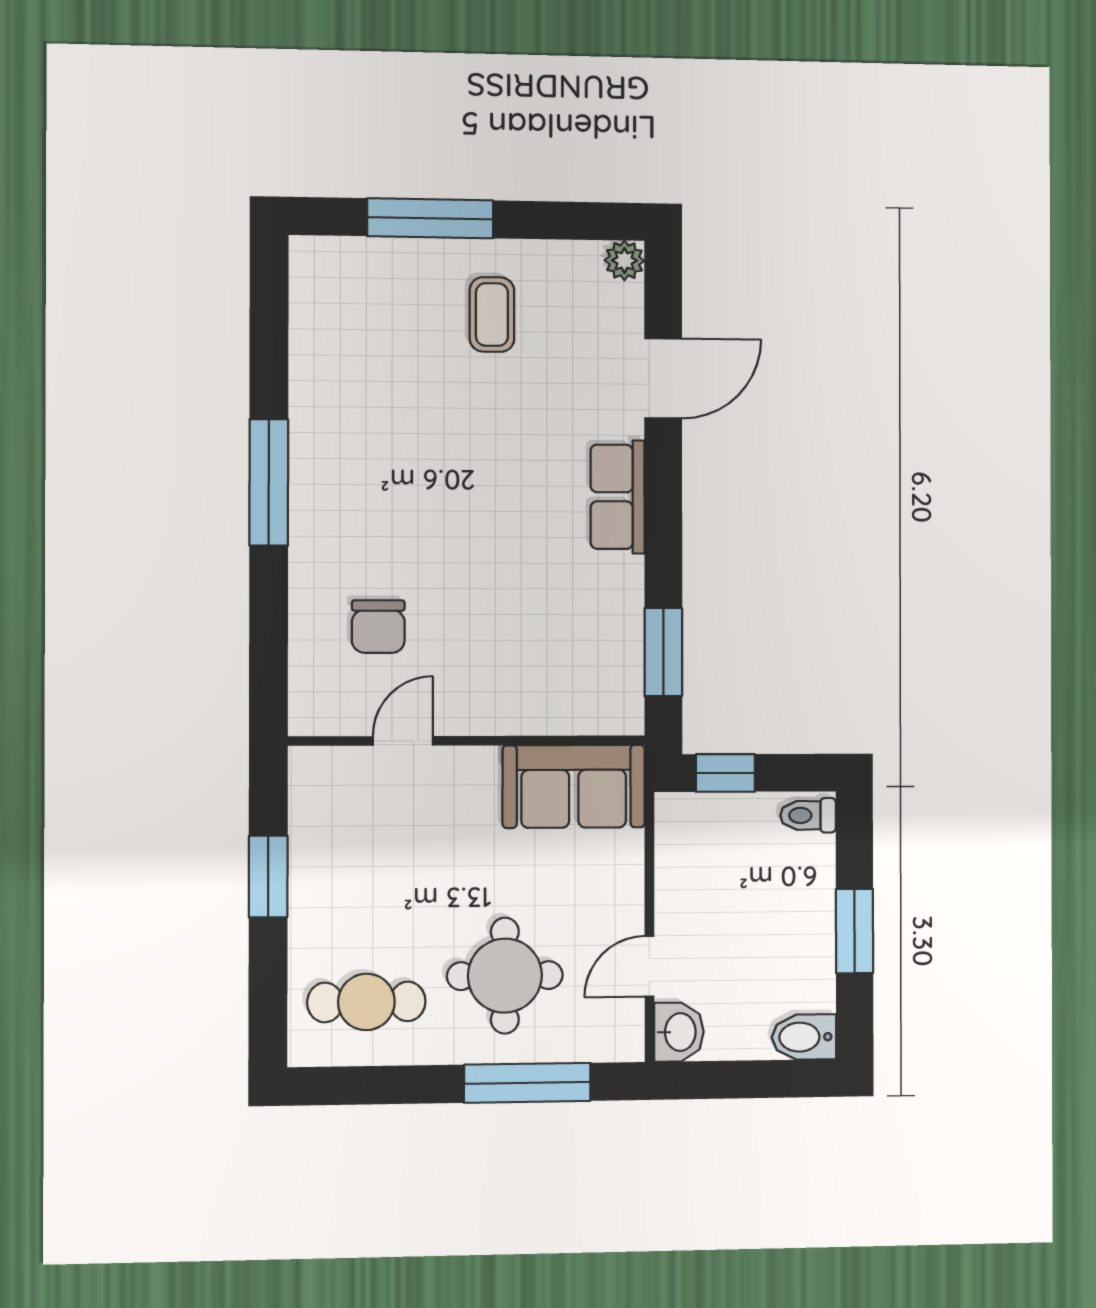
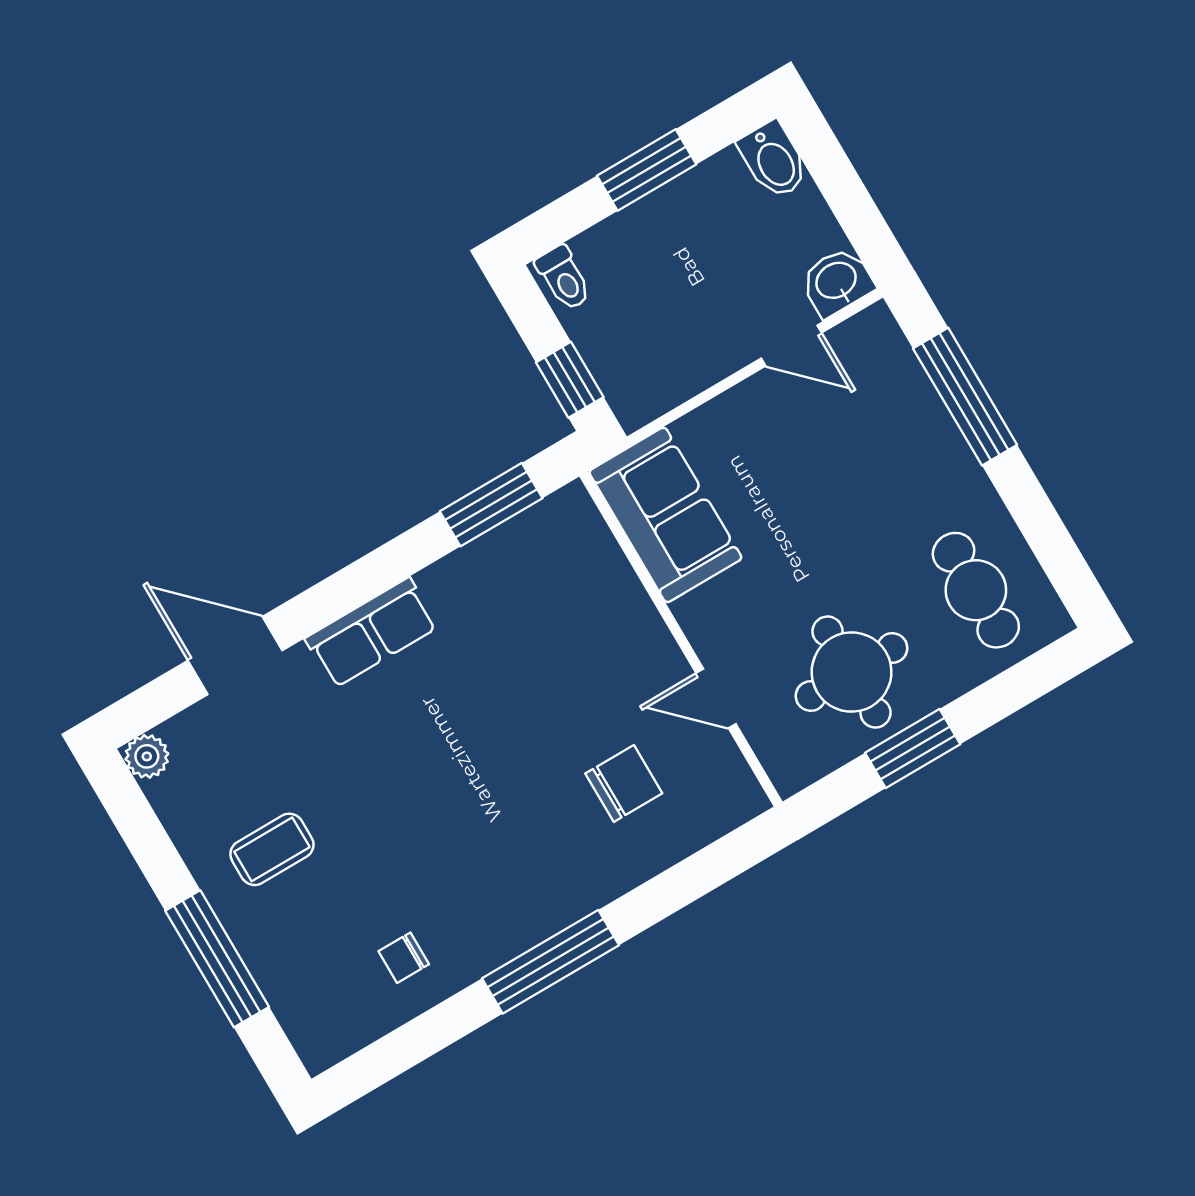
chair: (342, 367) -> (404, 958), added
round table: (505, 976) -> (852, 672), moved

